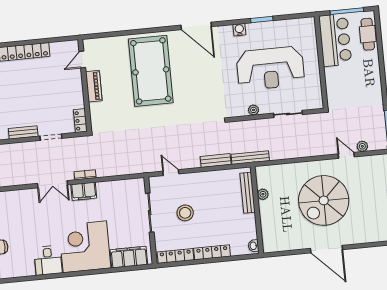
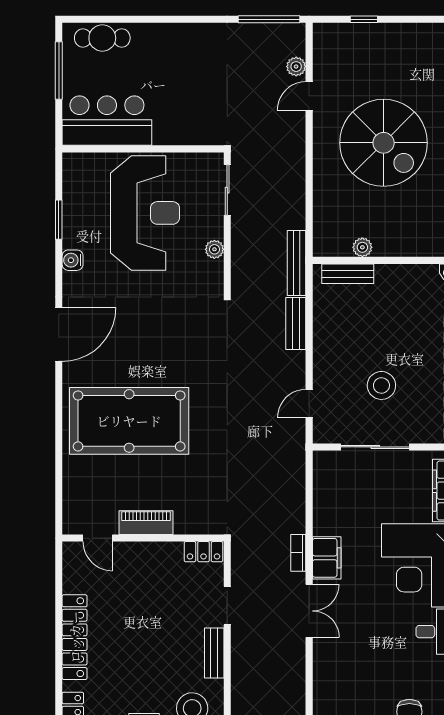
bar counter: (335, 40) -> (107, 121), moved
wall: (321, 62) -> (143, 149), moved
bench: (248, 193) -> (348, 274), width x0.73

